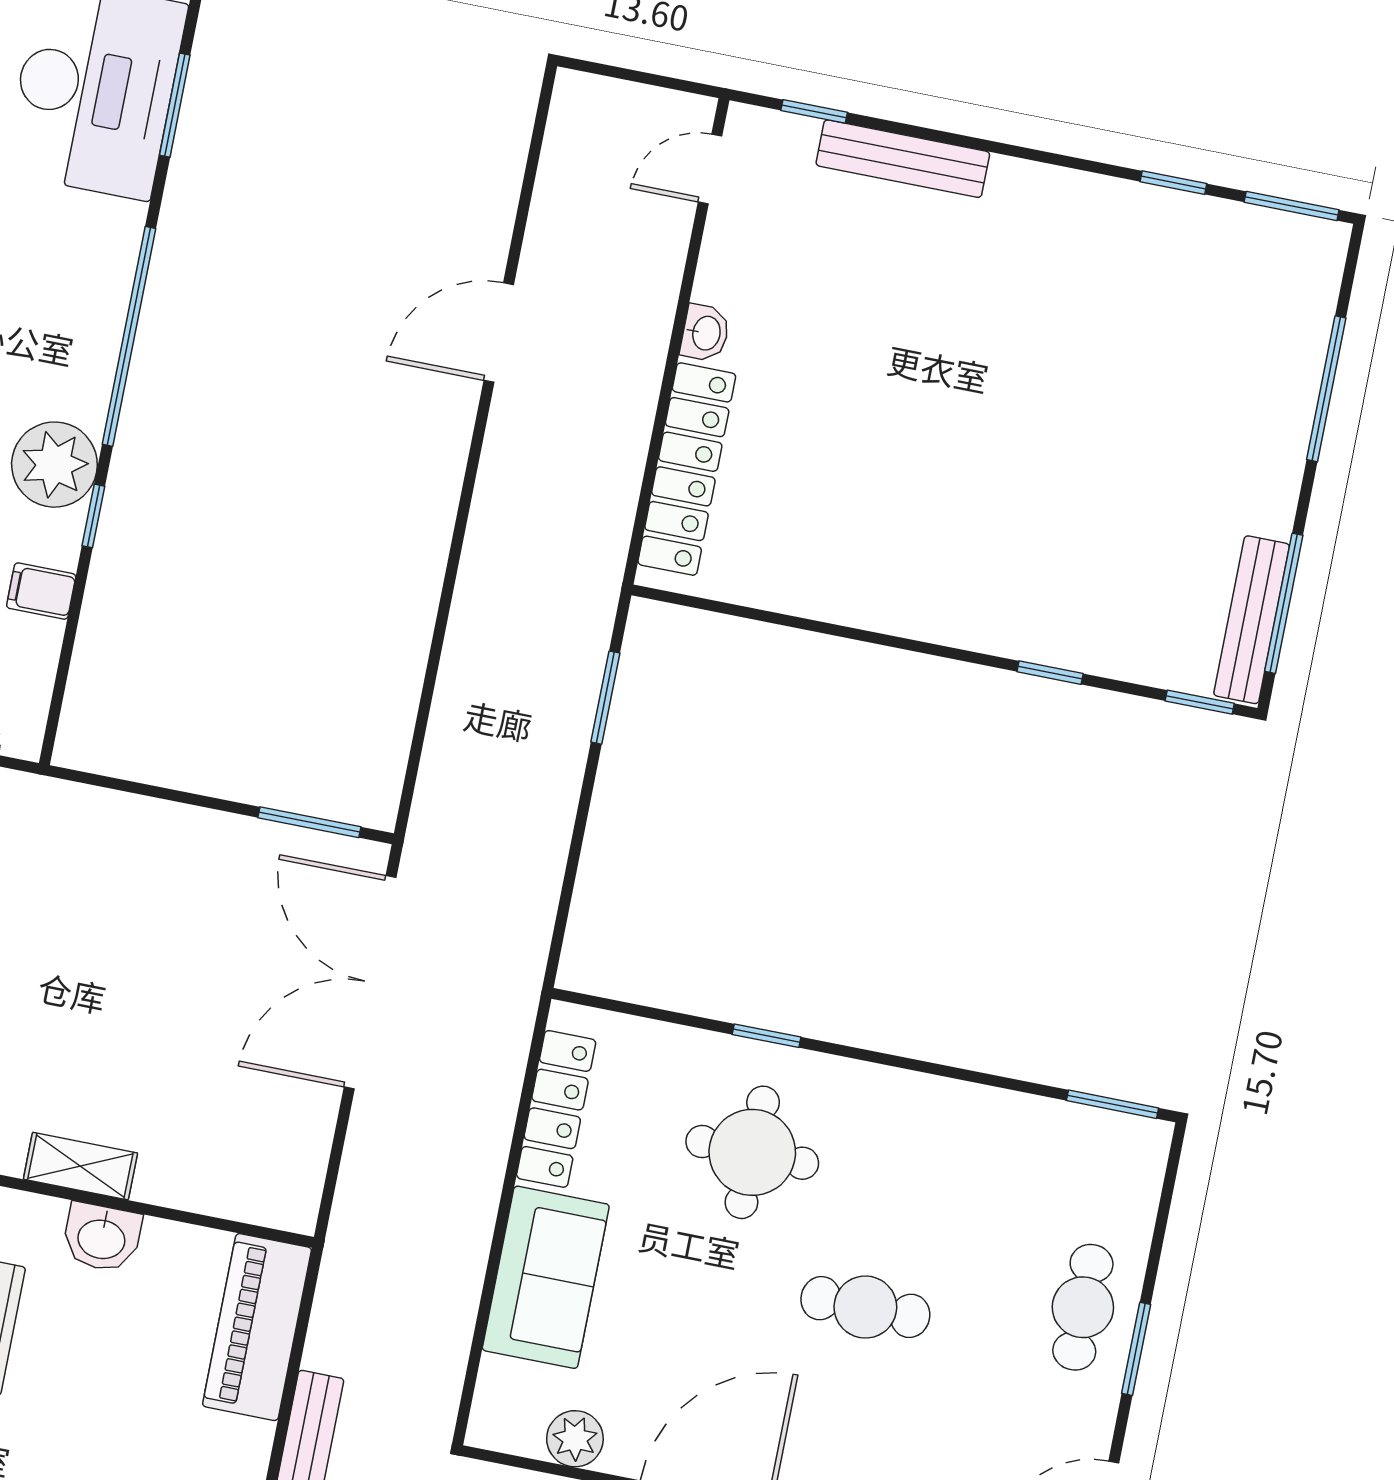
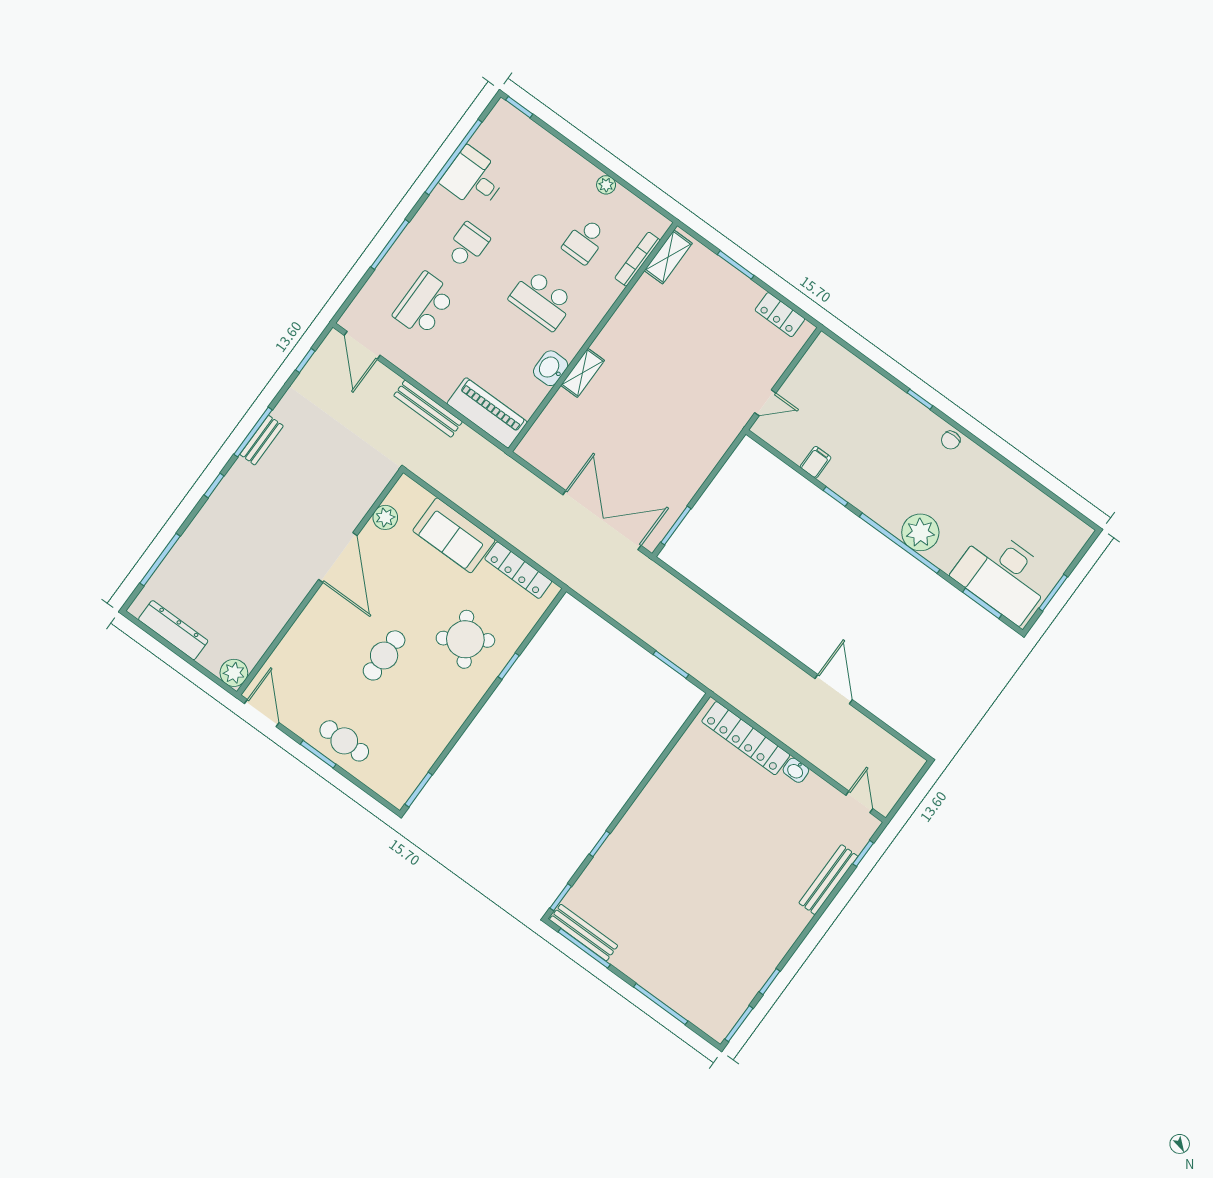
plant: (54, 465) -> (920, 532), moved
round table: (752, 1152) -> (465, 639), turned -34

